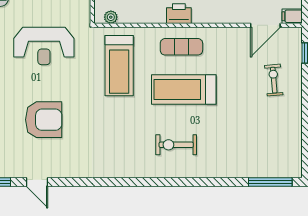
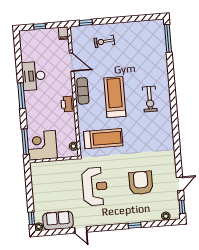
door: (265, 25) -> (72, 62), moved
exercise mat: (181, 47) -> (83, 91), moved
treadmill: (184, 90) -> (115, 97), turned 180

